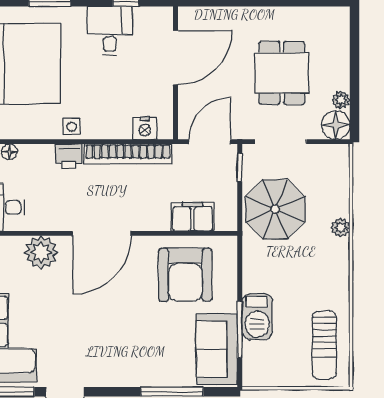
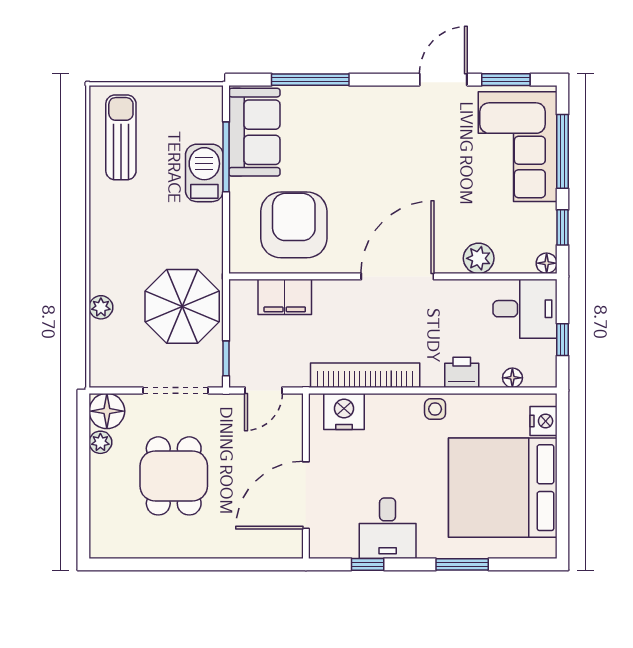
nightstand: (145, 128) -> (344, 411), width x1.36, depth x1.33
door: (210, 142) -> (263, 390), width x0.73
printer: (69, 156) -> (462, 372), moved
plant: (340, 227) -> (101, 307), moved
plant: (41, 252) -> (479, 258), width x0.73, depth x0.73

